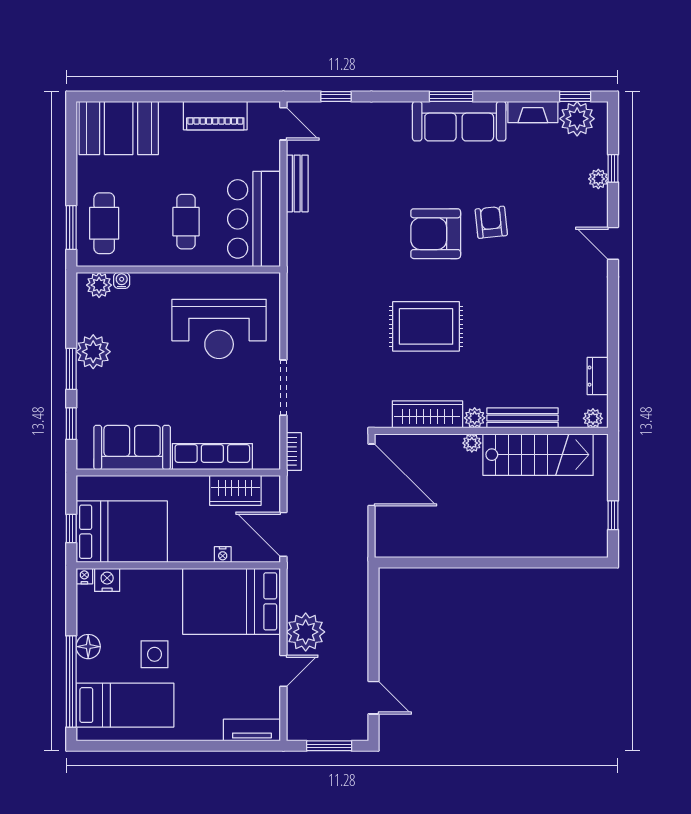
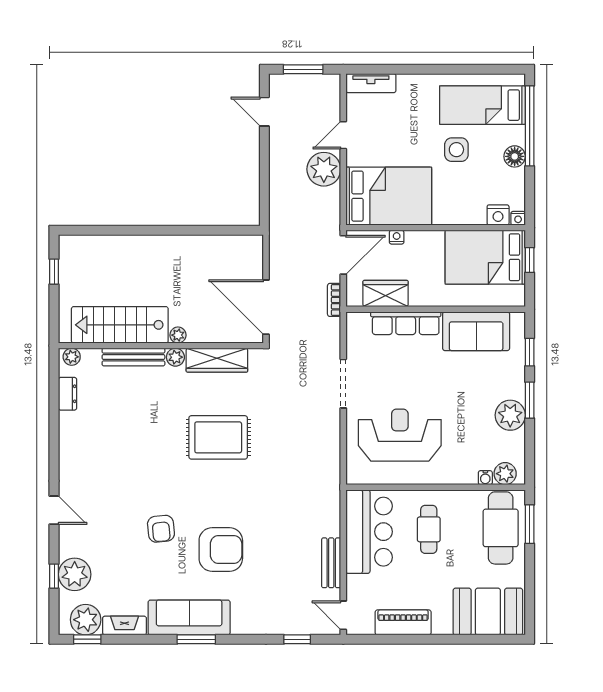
plant: (598, 179) -> (75, 574), width x1.88, depth x1.88
cafe table: (104, 223) -> (501, 528), width x1.37, depth x1.35
armchair: (436, 234) -> (221, 549), moved
bookcase: (294, 451) -> (334, 300), moved
door: (283, 534) -> (343, 255), hinge flipped

